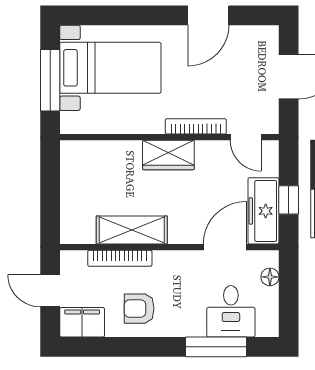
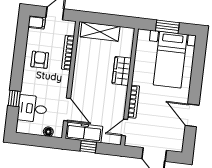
window: (50, 80) -> (167, 27), width x0.69
wardrobe: (168, 155) -> (122, 71), moved
shelving: (132, 230) -> (100, 32), moved, turned 90
filing cabinet: (82, 322) -> (37, 22), width x0.50
window: (216, 347) -> (14, 98), width x0.46

